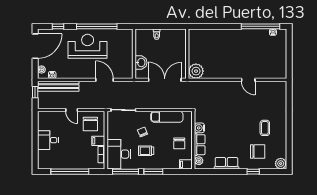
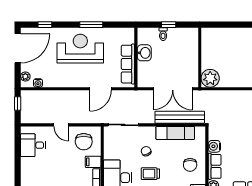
window: (97, 26) -> (91, 25), width x0.47
window: (161, 26) -> (169, 25), added
row of seats: (127, 59) -> (128, 64), added
washbasin: (141, 63) -> (144, 53), moved
door: (104, 80) -> (101, 89), swing flipped
double door: (165, 80) -> (173, 89), swing flipped
bench: (58, 86) -> (180, 117), moved
desk: (48, 140) -> (33, 145), moved

